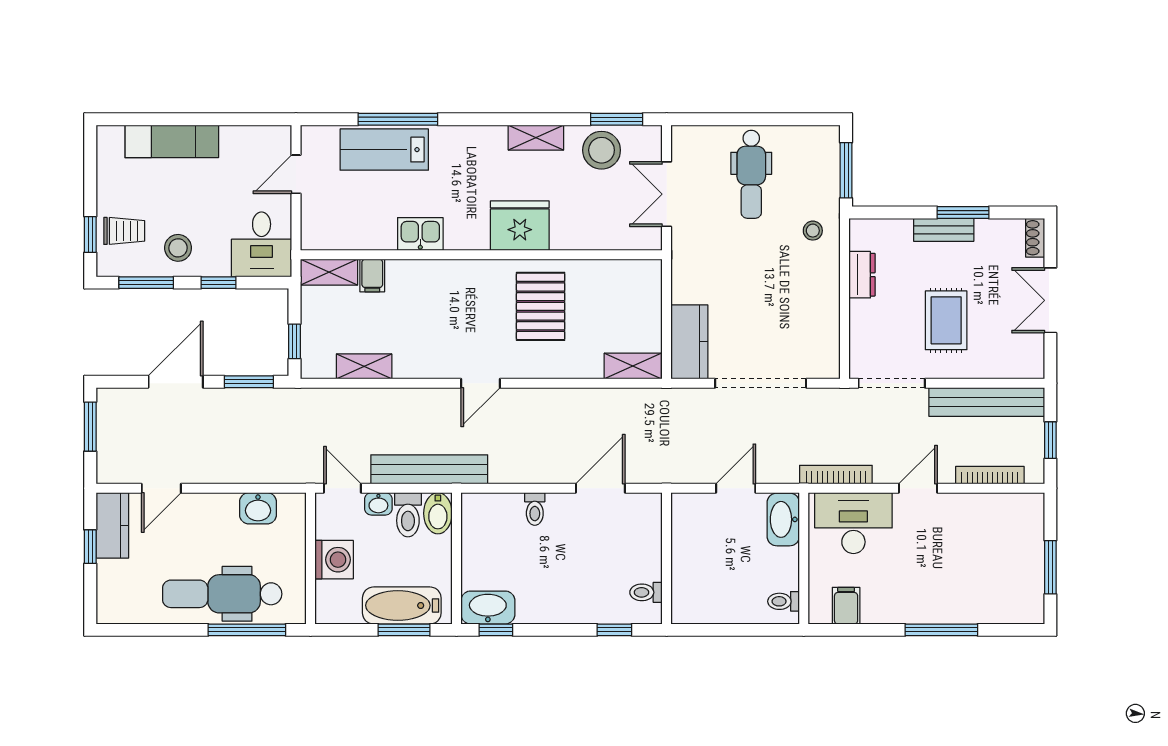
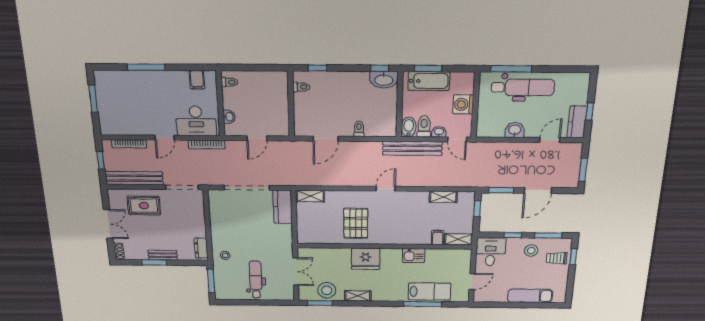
dresser: (862, 275) -> (201, 248), moved
rug: (946, 320) -> (144, 206), moved, turned 90
washbasin: (258, 508) -> (515, 130), moved
washbasin: (783, 519) -> (229, 117), width x0.52, depth x0.69

